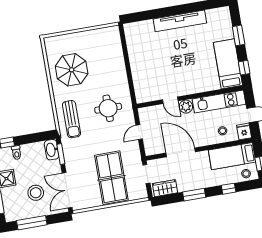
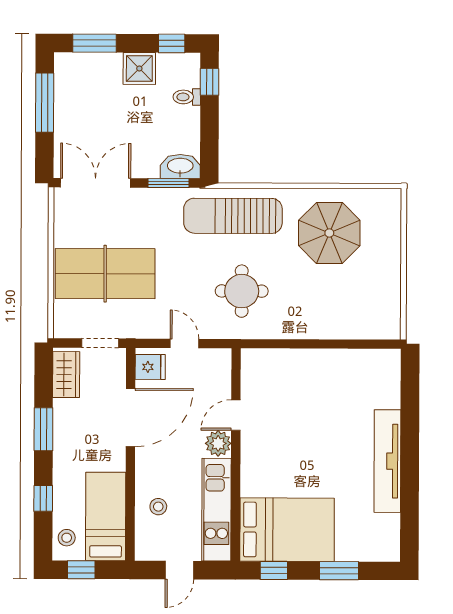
bed: (228, 64) -> (287, 530), width x1.50
sun lounger: (71, 119) -> (233, 216), width x1.36, depth x1.34
fridge: (244, 131) -> (150, 367), moved
stool: (36, 193) -> (102, 121), removed

